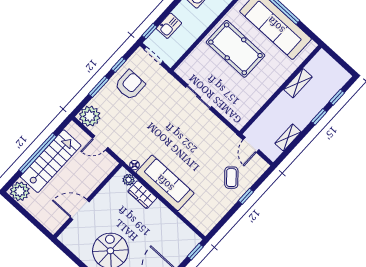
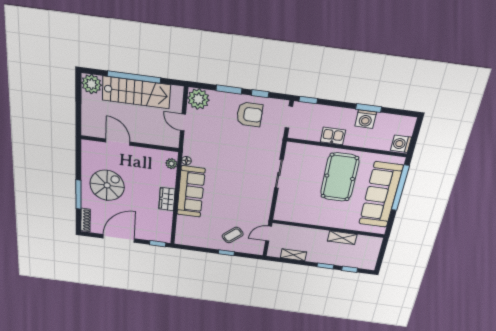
kitchen sink: (169, 26) -> (333, 136), moved, turned 180
wardrobe: (142, 195) -> (167, 199), moved

